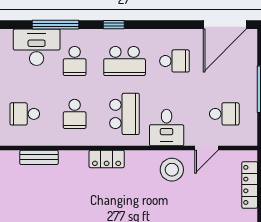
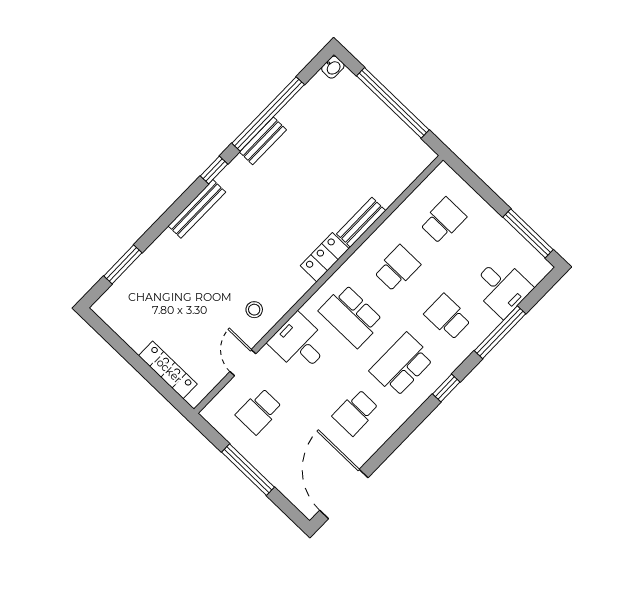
desk: (37, 47) -> (502, 287), width x0.73
school desk: (75, 114) -> (397, 268), turned 90
bench: (39, 157) -> (361, 222), moved
stool: (172, 170) -> (254, 310), width x0.53, depth x0.53

